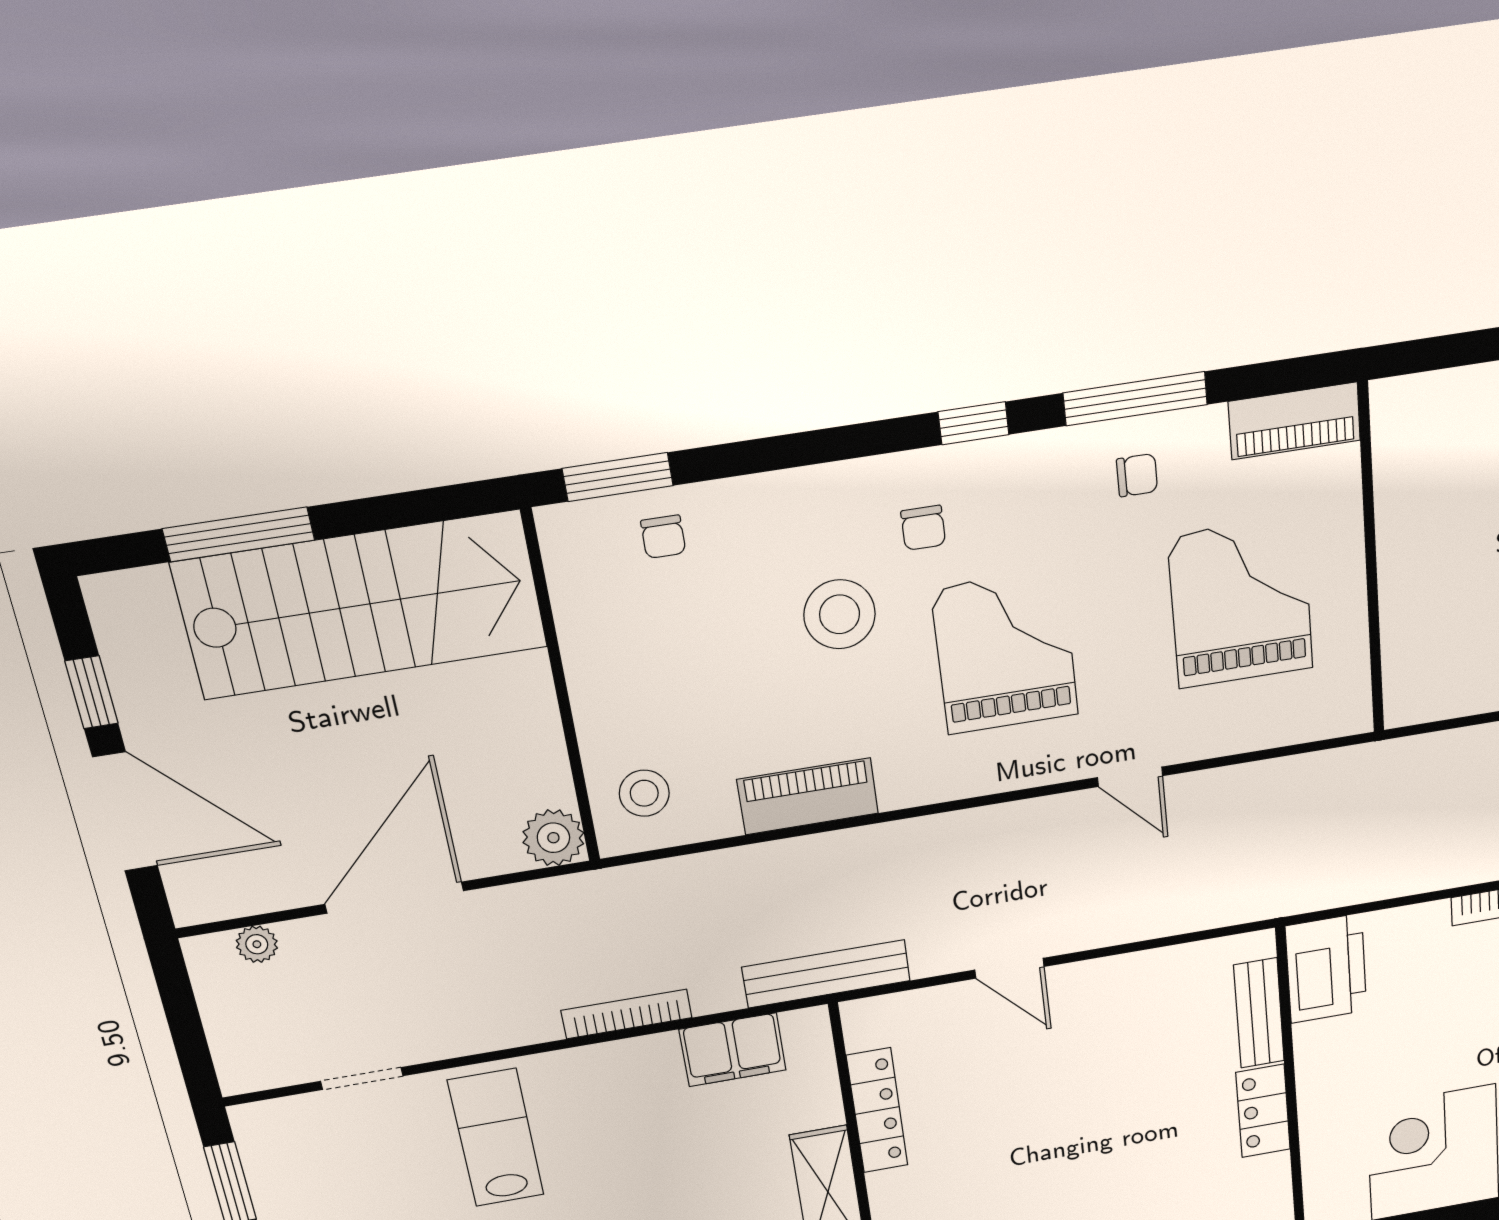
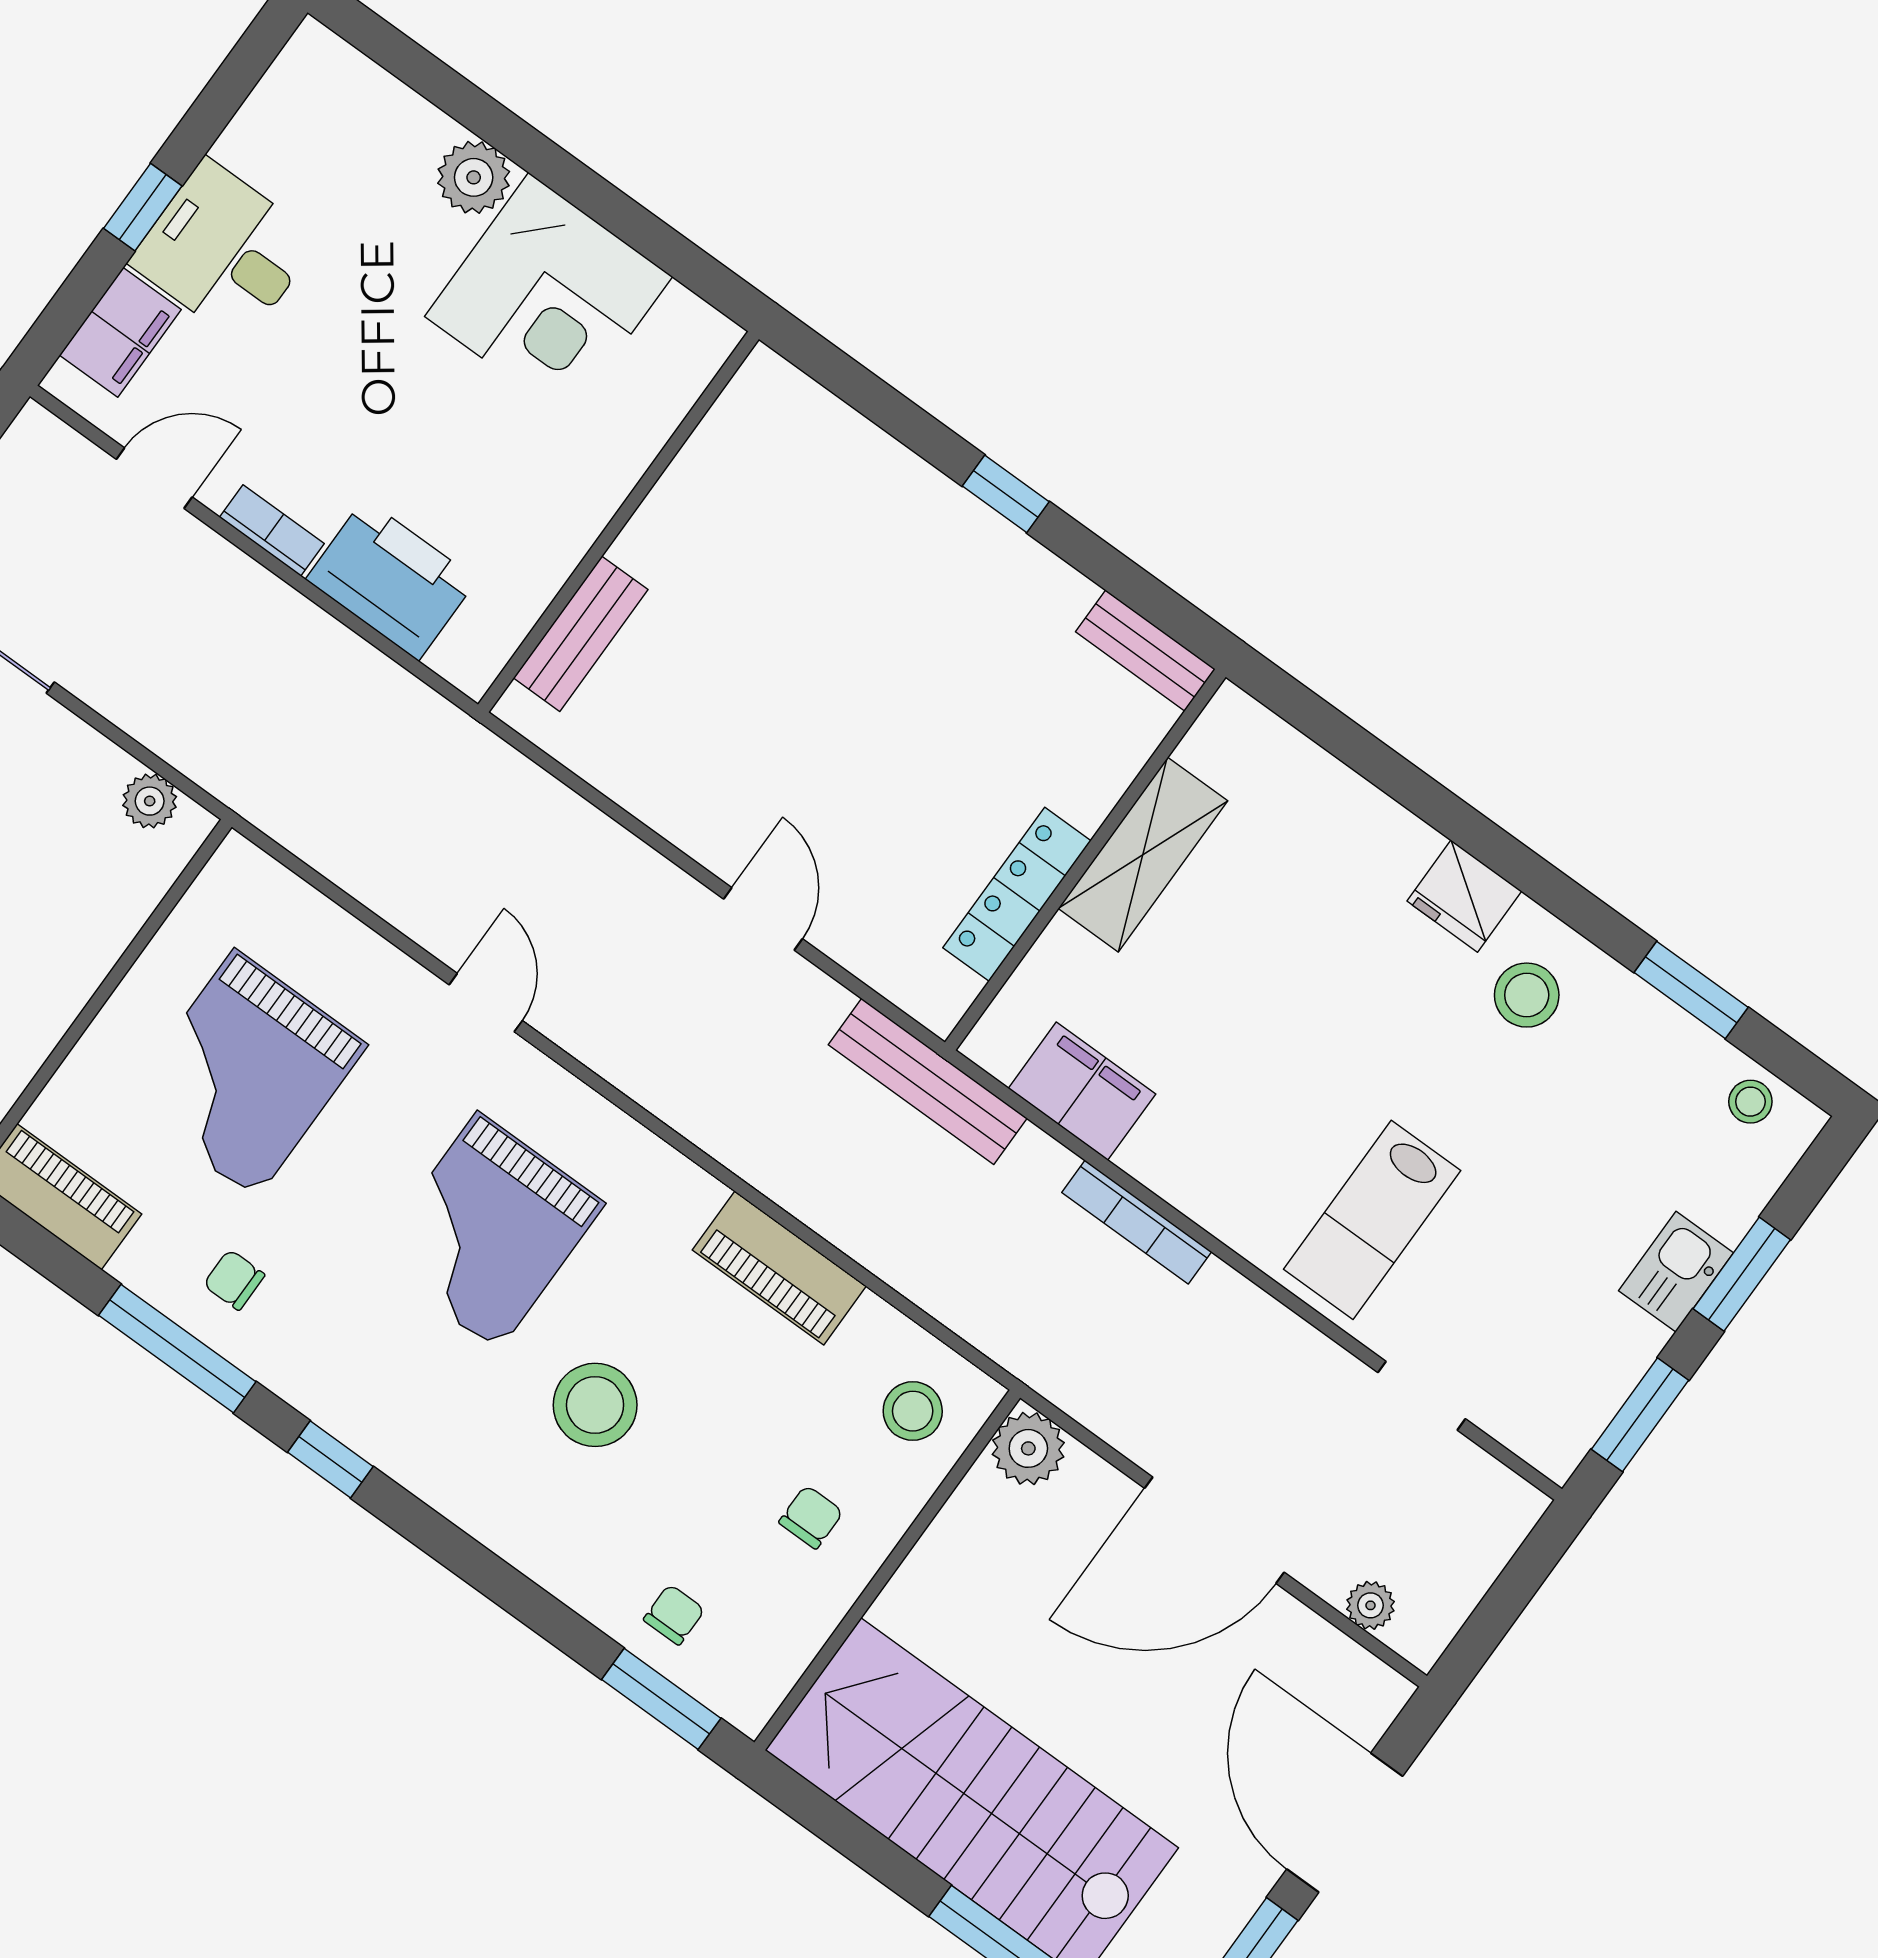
chair: (923, 528) -> (811, 1517), moved
plant: (1437, 701) -> (150, 801), added
printer: (1326, 969) -> (391, 580), moved, turned 90
locker: (1263, 1111) -> (669, 519), removed

